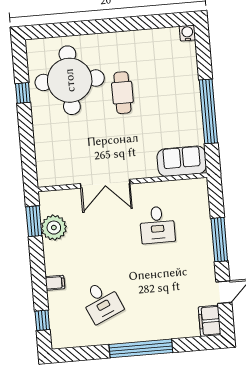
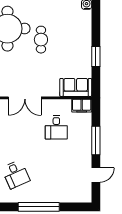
window: (208, 111) -> (96, 57), width x0.47
filing cabinet: (210, 321) -> (82, 106), moved, turned -90

